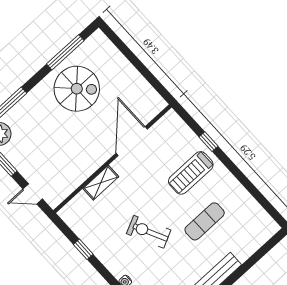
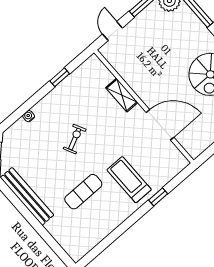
exercise mat: (205, 221) -> (83, 192), turned 90
exercise bike: (149, 232) -> (75, 139), width x0.73, depth x0.72

